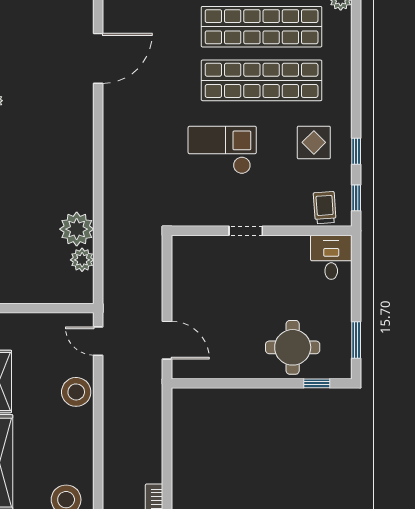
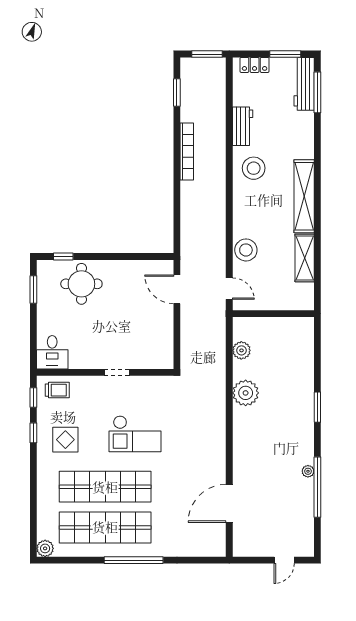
trolley: (325, 208) -> (57, 390), turned -86
plant: (77, 229) -> (246, 393), moved

